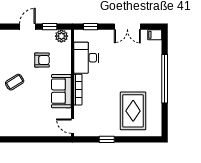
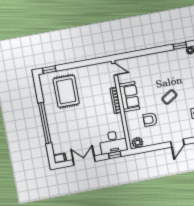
door: (27, 27) -> (177, 143), moved
window: (50, 27) -> (149, 148), removed
desk: (86, 58) -> (113, 142), moved, turned 90
window: (107, 139) -> (49, 70), moved

